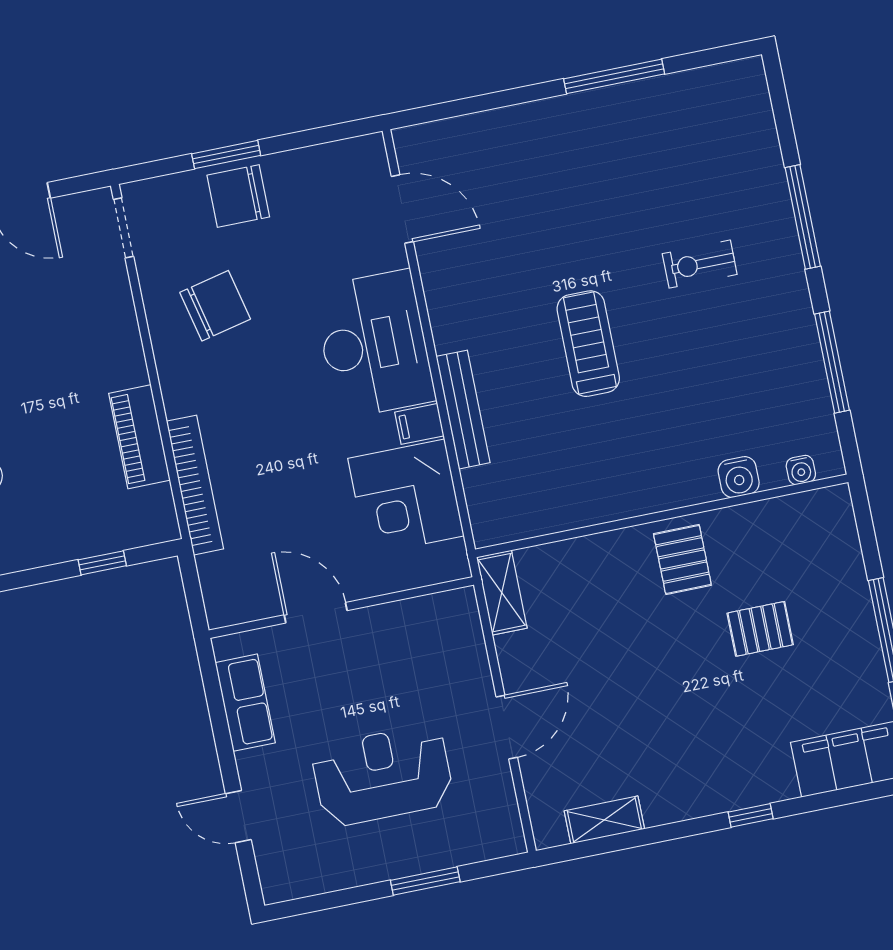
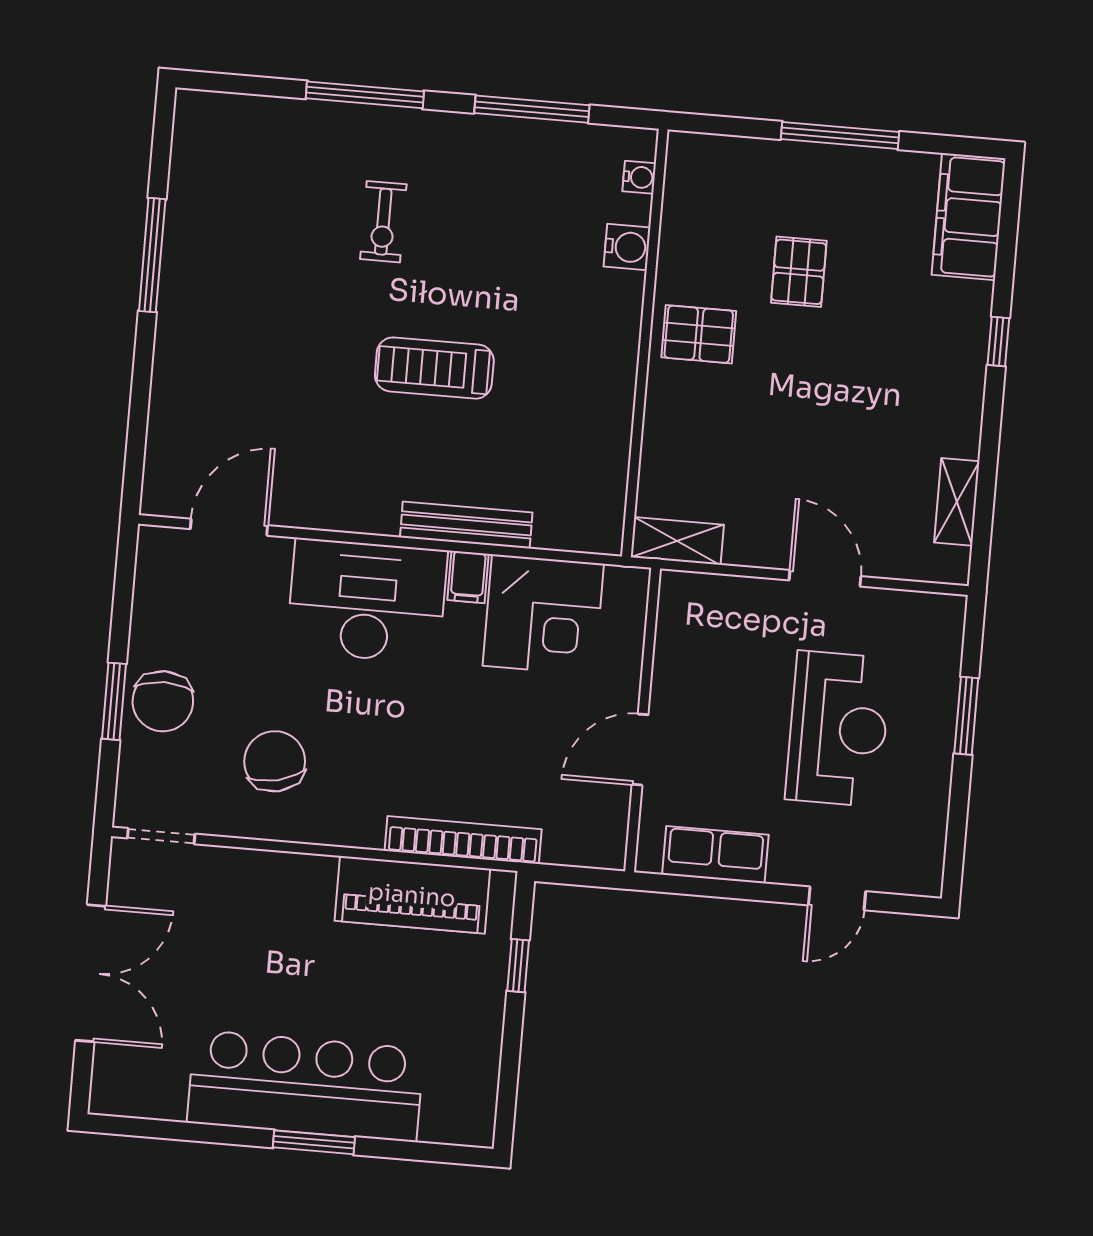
piano: (140, 437) -> (412, 895), width x1.37, depth x1.33
reception desk: (382, 776) -> (838, 729), turned 180

